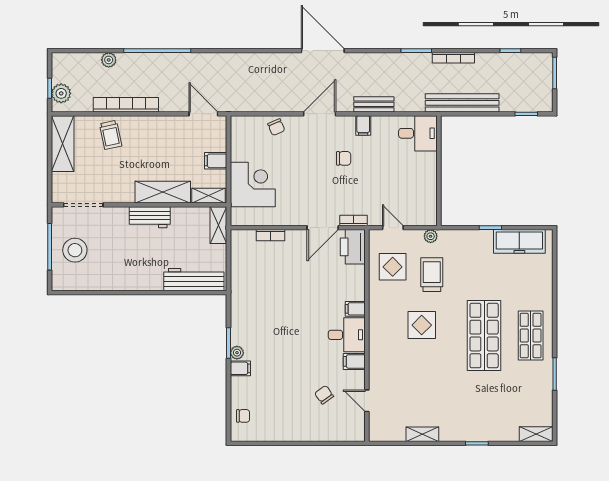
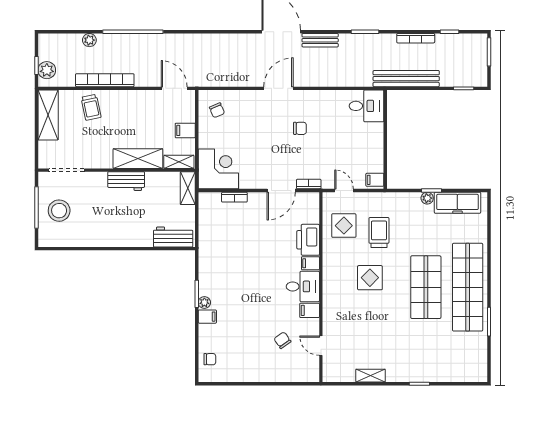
bookcase: (453, 58) -> (416, 38), moved
bench: (374, 104) -> (320, 40), moved
filing cabinet: (363, 125) -> (375, 180), moved, turned 90
chair: (276, 127) -> (217, 110), moved
corner desk: (253, 184) -> (218, 169), moved
plant: (431, 236) -> (427, 198), moved
printer: (353, 247) -> (308, 240), moved
workbench: (194, 280) -> (173, 237), width x0.73
shop shelf: (531, 336) -> (468, 287), width x2.00, depth x1.36
shelving: (536, 434) -> (472, 375), removed

